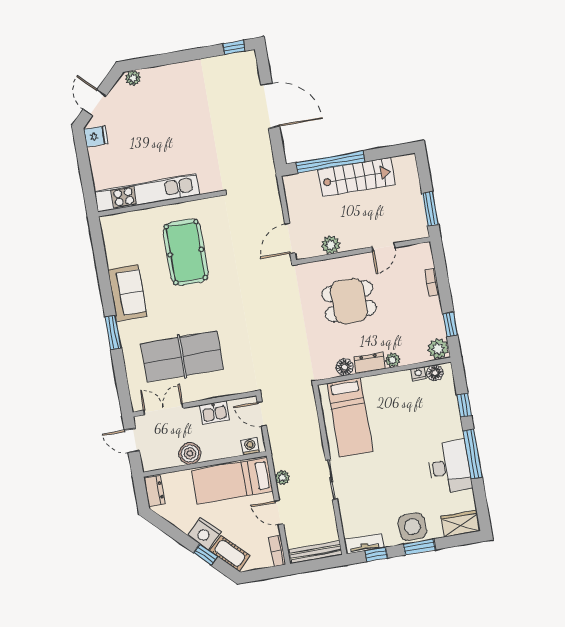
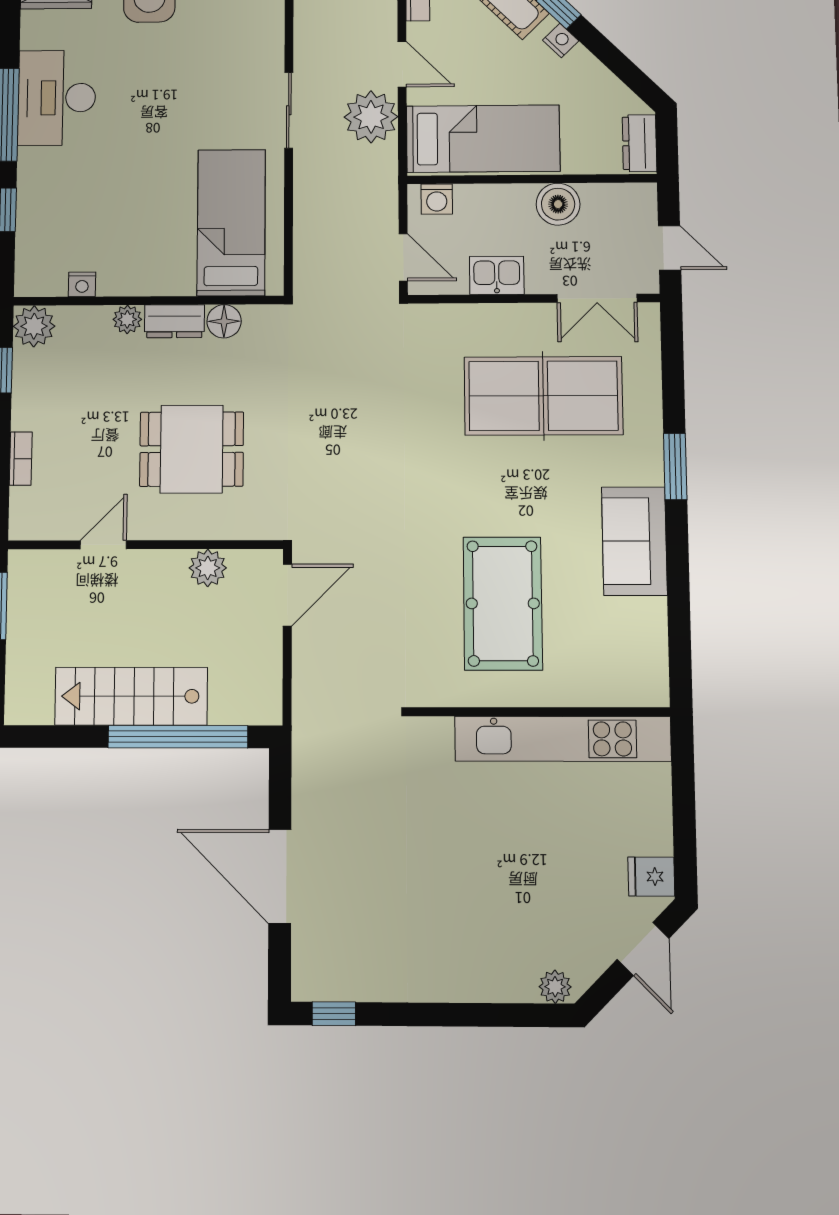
floor lamp: (435, 373) -> (50, 281), removed
plant: (282, 478) -> (371, 117), width x1.88, depth x1.88
nightstand: (205, 534) -> (561, 40), width x0.53, depth x0.56

